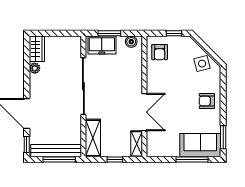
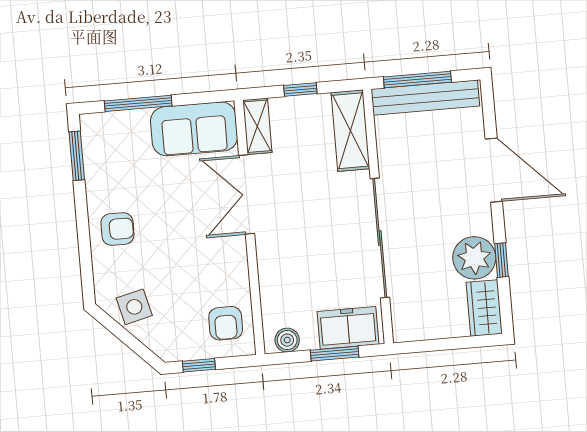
armchair: (160, 52) -> (226, 323), turned 180
plant: (35, 68) -> (474, 258), width x1.88, depth x1.88
window: (27, 145) -> (501, 260), moved
sofa: (200, 145) -> (194, 129), moved

